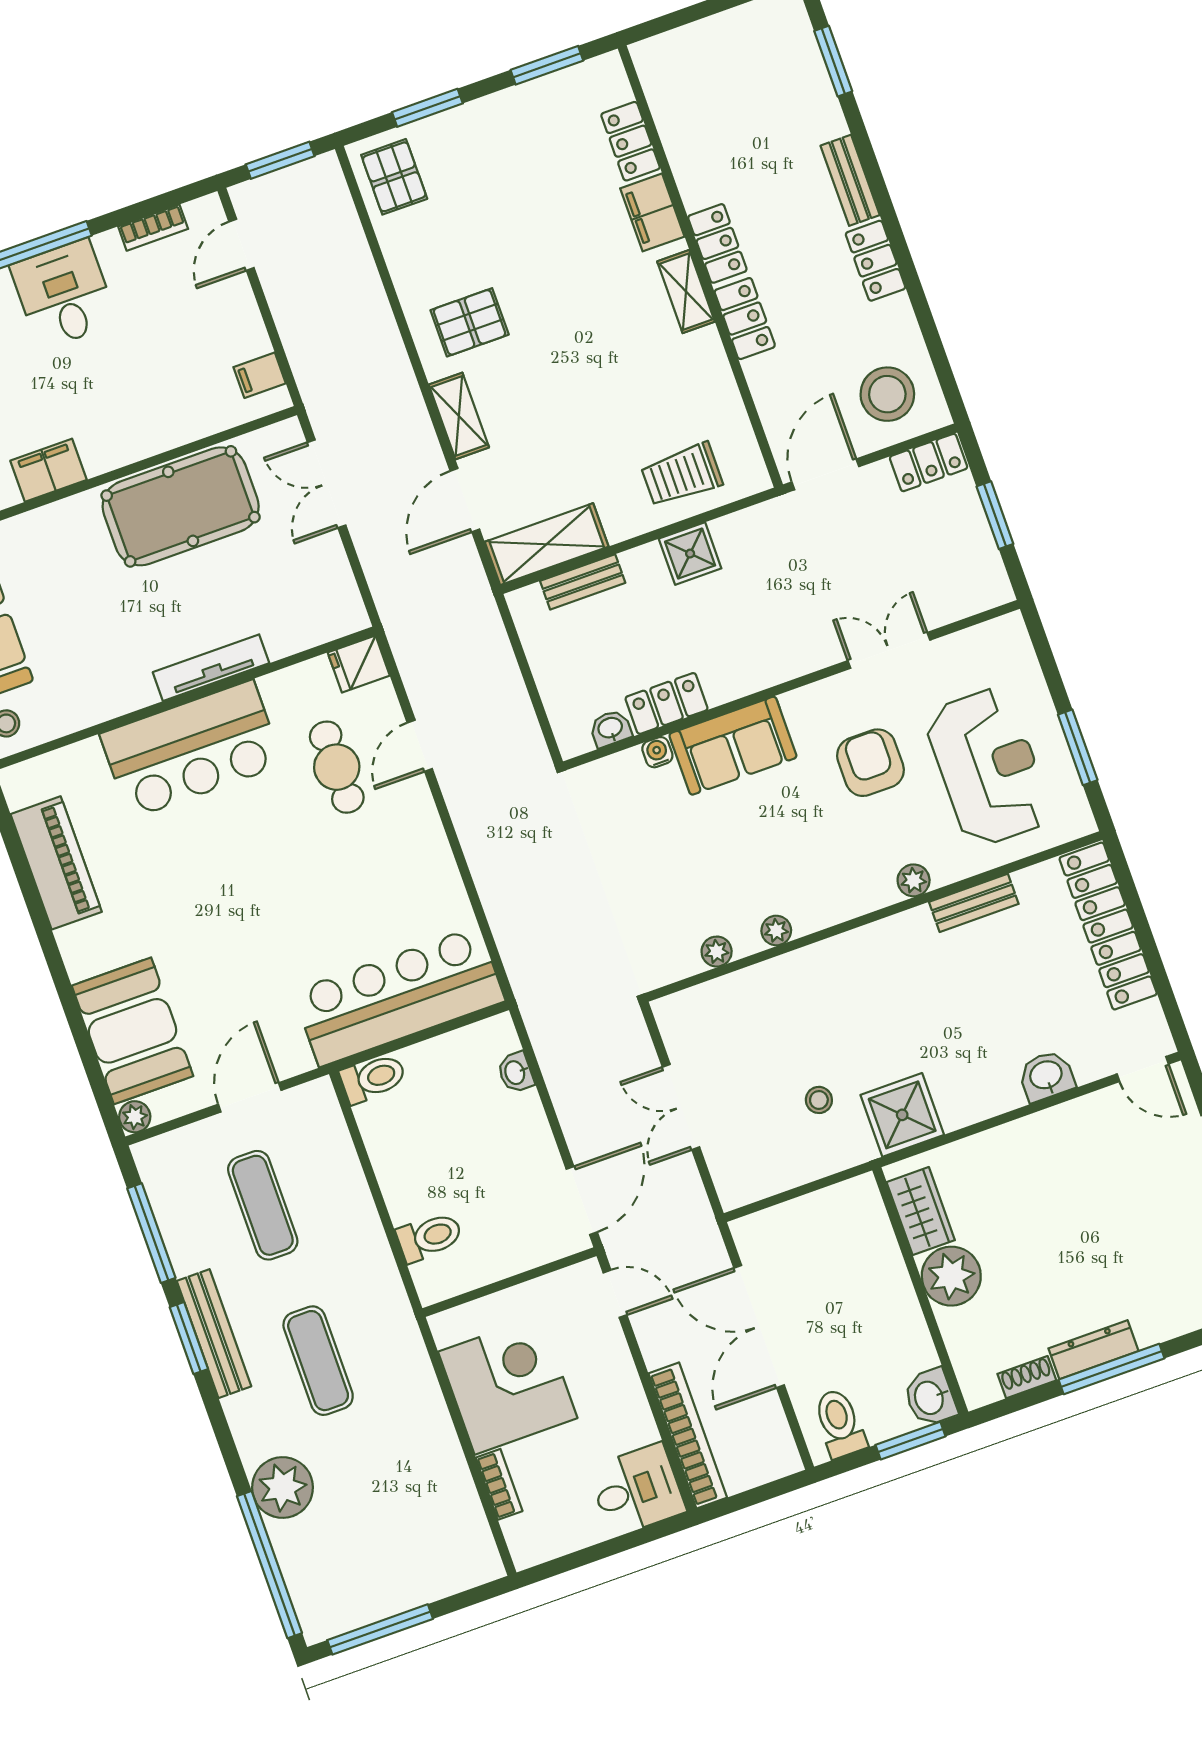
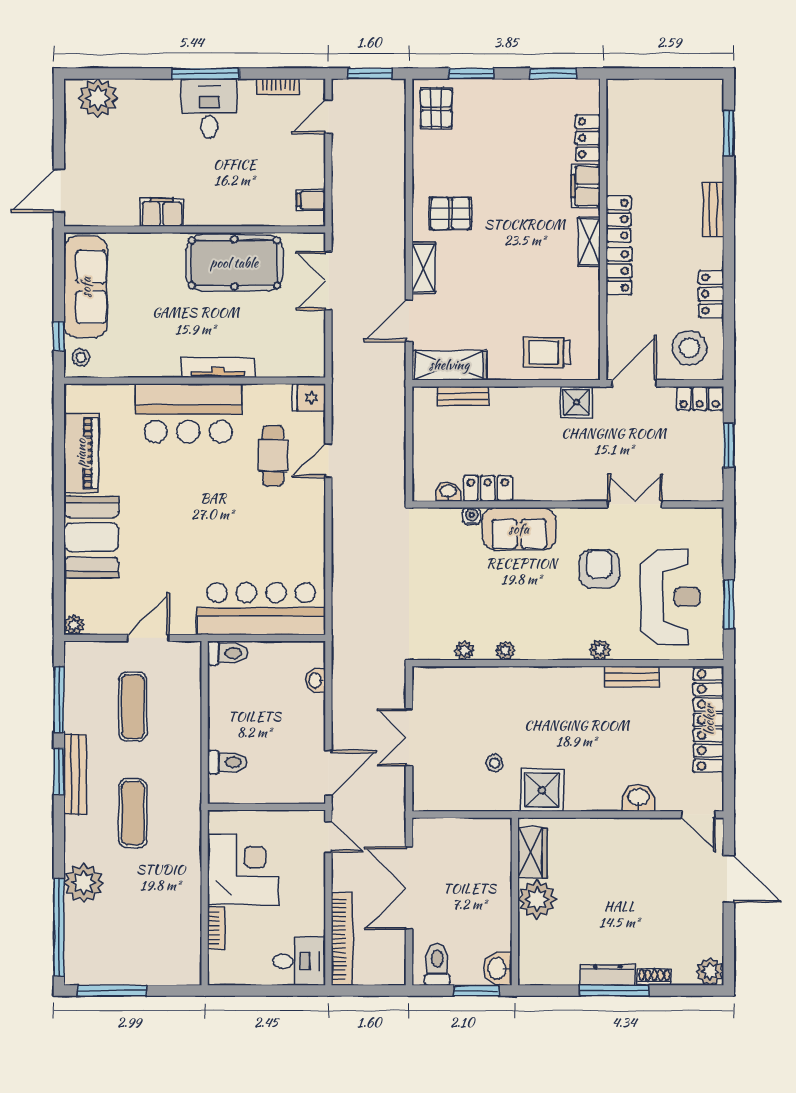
locker: (875, 261) -> (711, 294), moved
shower: (690, 554) -> (576, 402), moved
booth: (133, 1031) -> (91, 537), moved
shoe rack: (1027, 1377) -> (654, 977), moved

